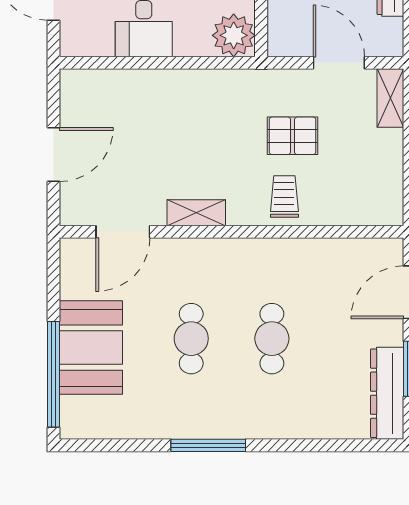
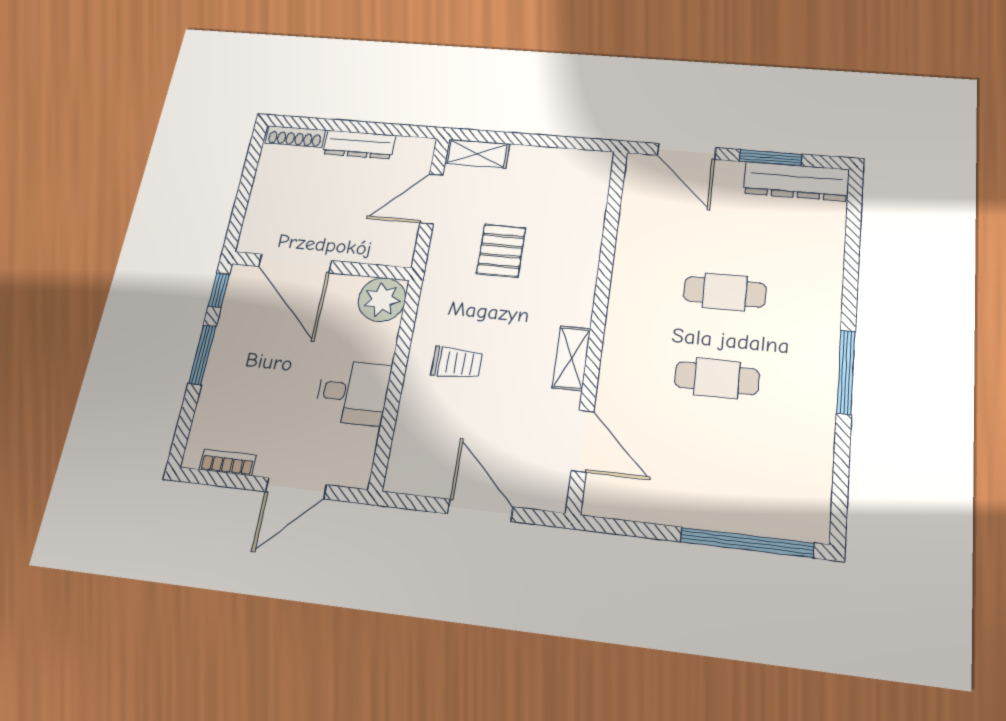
trolley: (284, 196) -> (457, 363), moved, turned 180
booth: (91, 348) -> (717, 494), removed

